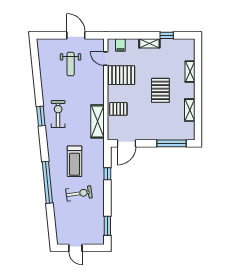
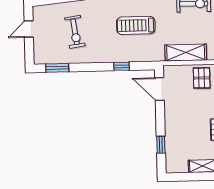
window: (172, 143) -> (161, 145), width x0.46
exercise bike: (79, 193) -> (75, 32), moved

